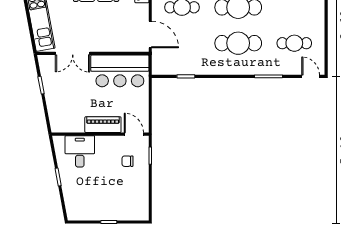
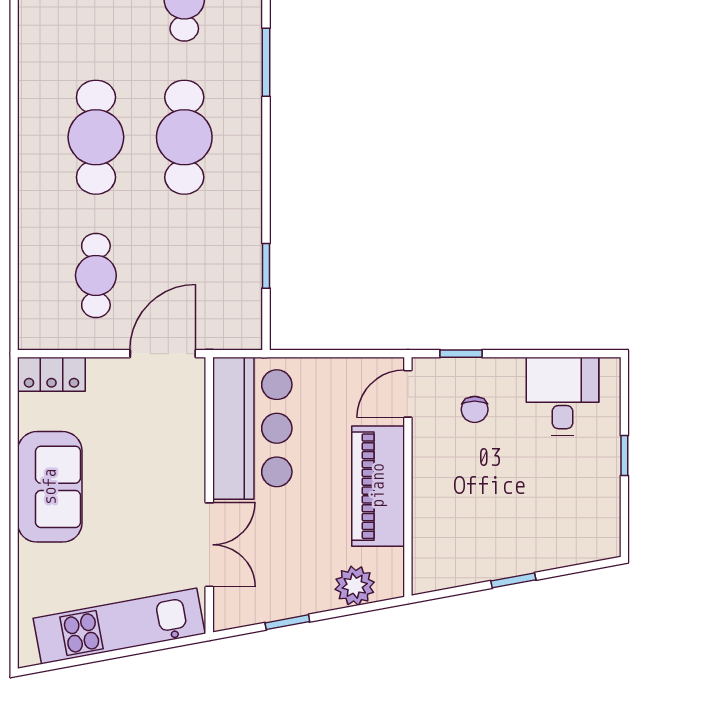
plant: (56, 112) -> (355, 586), added
piano: (103, 125) -> (378, 486), width x1.37, depth x1.33
desk: (80, 151) -> (563, 396), moved, turned 90

